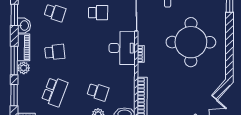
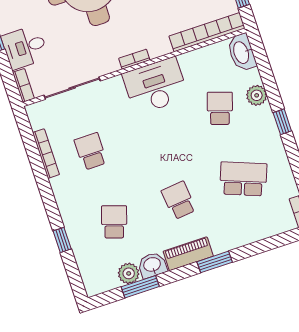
desk: (122, 48) -> (155, 86), moved
window: (14, 60) -> (215, 262), width x0.69
plant: (24, 68) -> (129, 273), moved
window: (14, 95) -> (271, 243), removed

